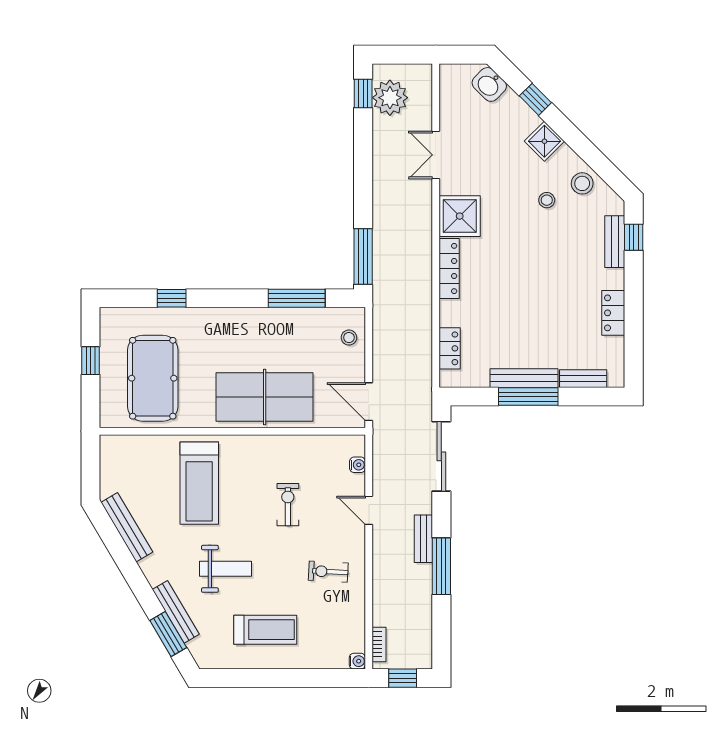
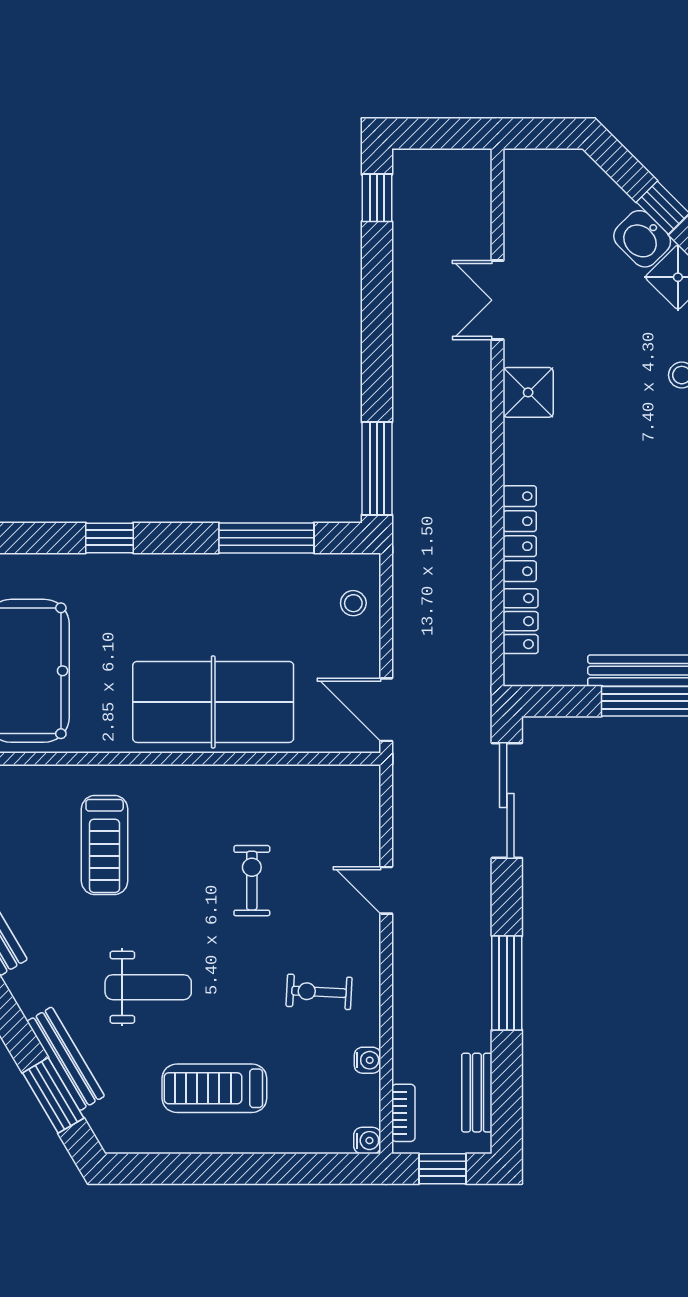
washbasin: (489, 84) -> (642, 239), moved
plant: (390, 98) -> (421, 205), removed
shower: (460, 216) -> (528, 392), width x0.73, depth x0.73
locker: (449, 268) -> (520, 534), moved
window: (172, 298) -> (109, 538), moved
water cooler: (358, 465) -> (368, 1060), moved
treadmill: (199, 483) -> (105, 845), width x0.73, depth x0.73
bench: (423, 539) -> (477, 1093), moved
treadmill: (265, 630) -> (214, 1088), turned 180

